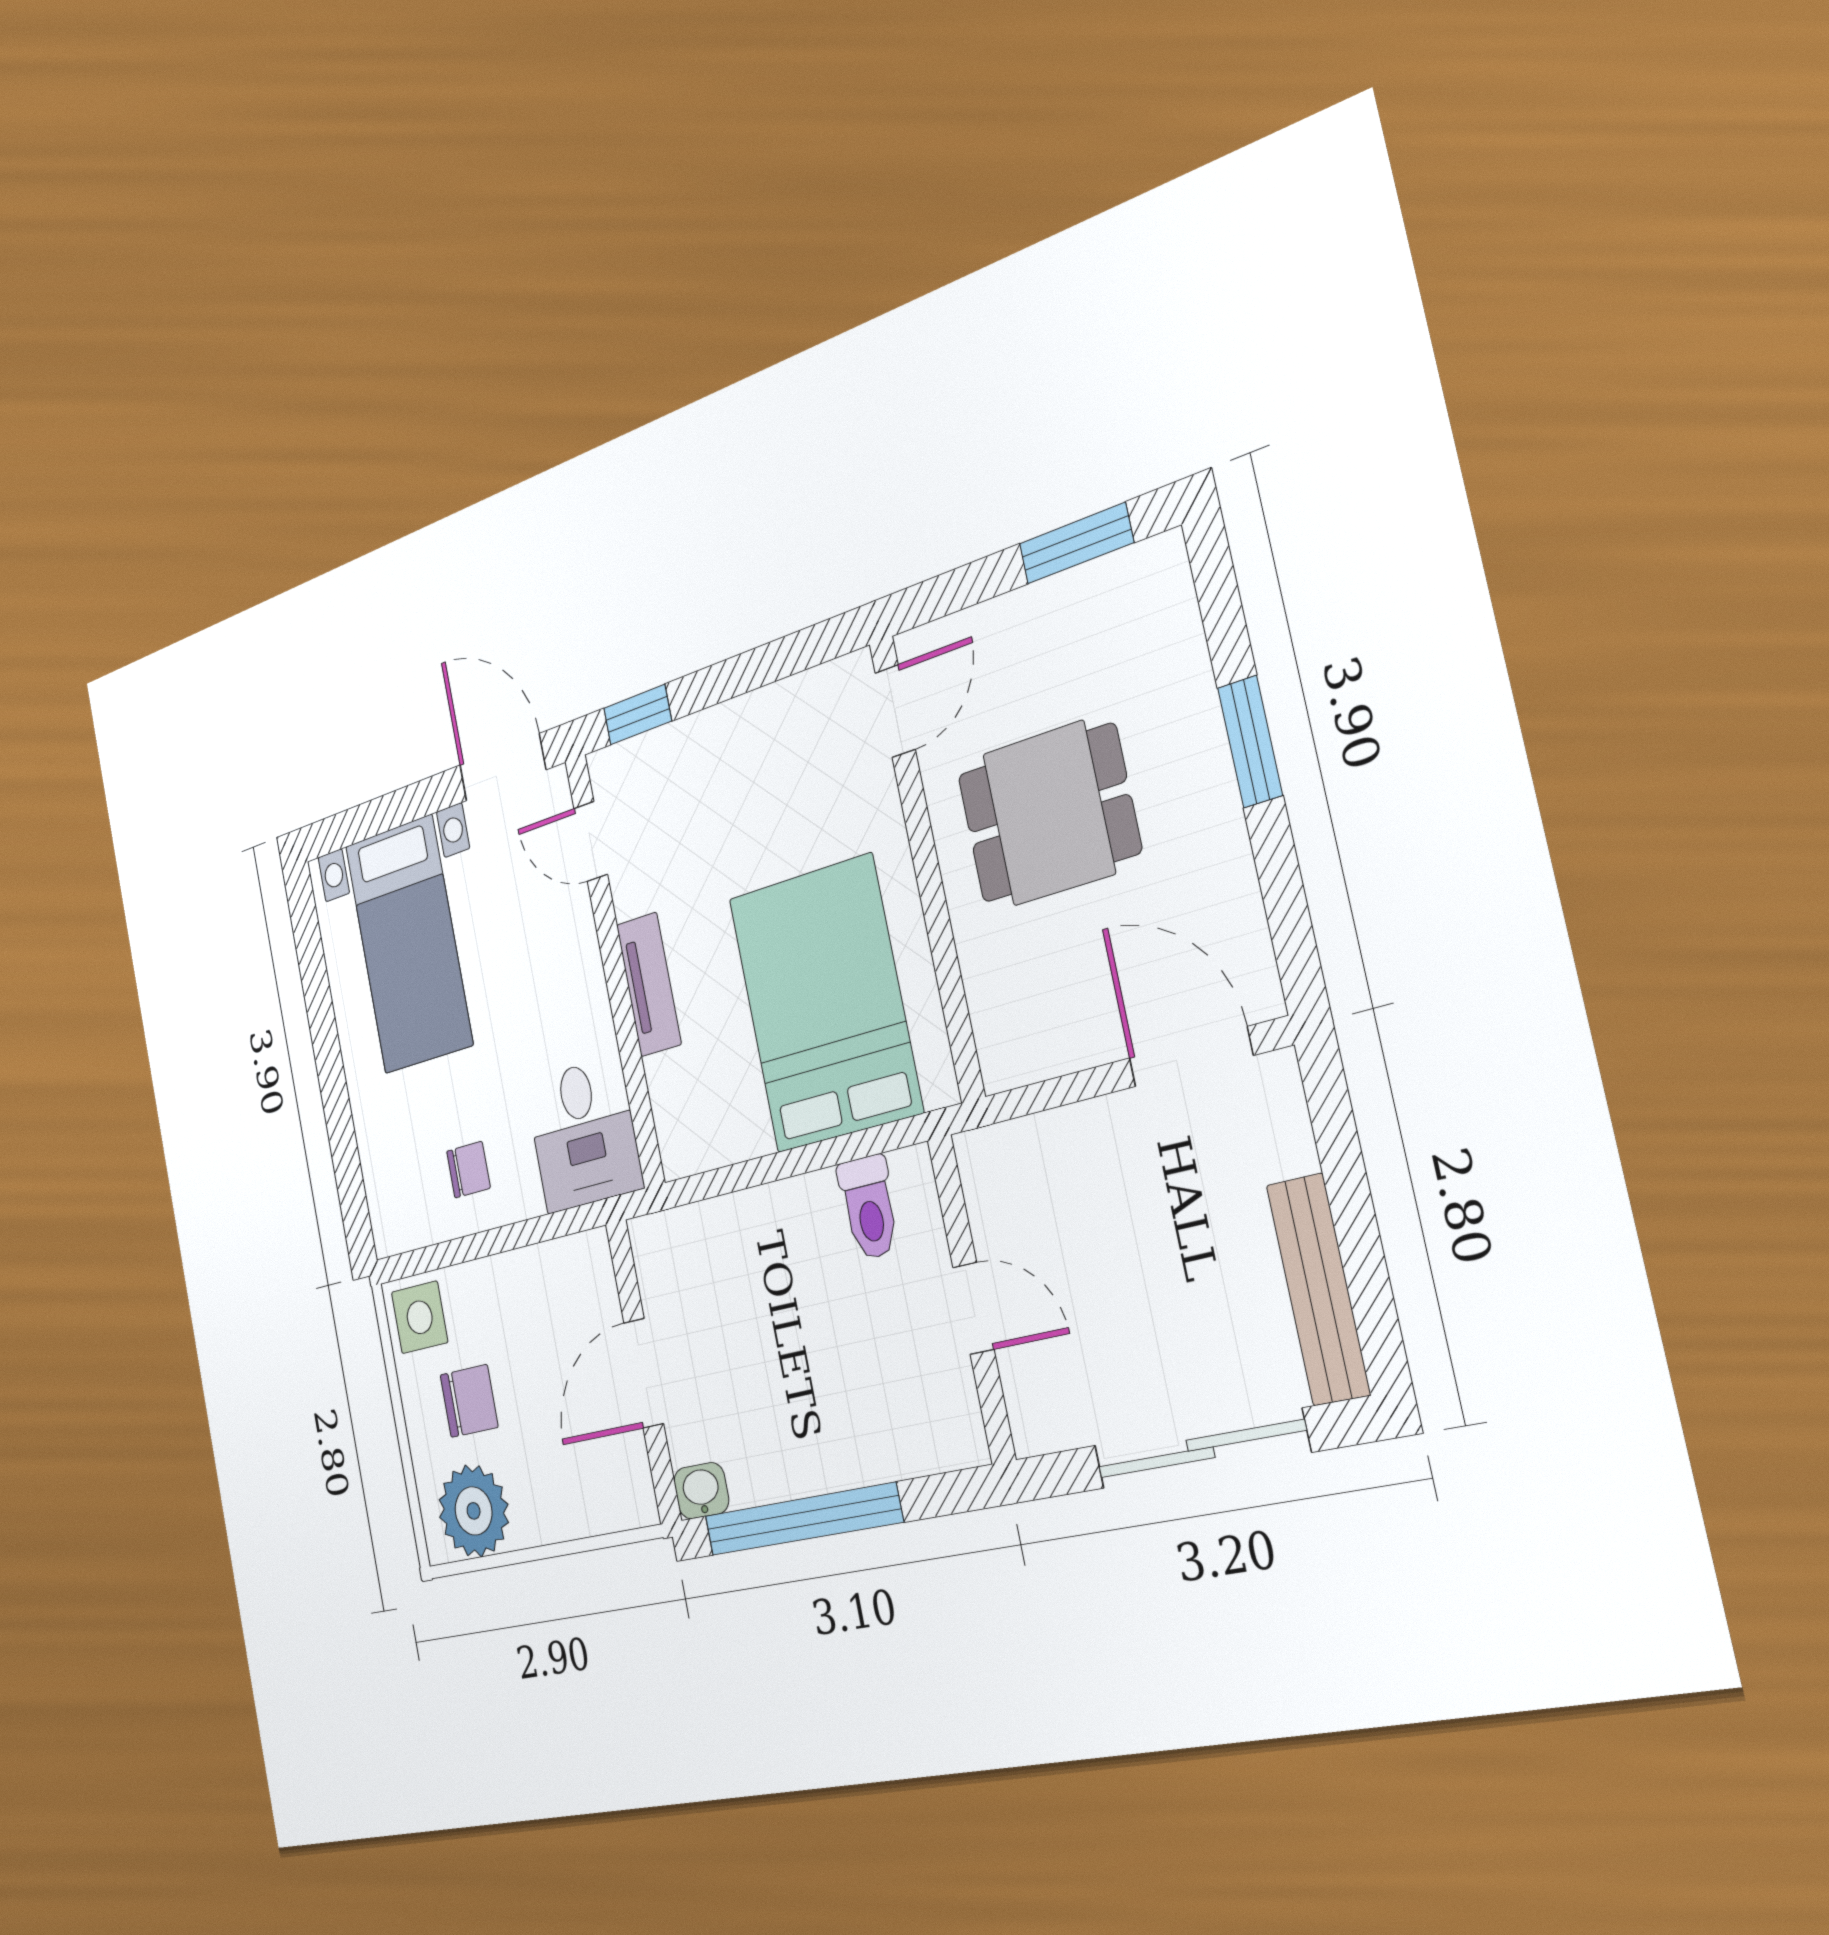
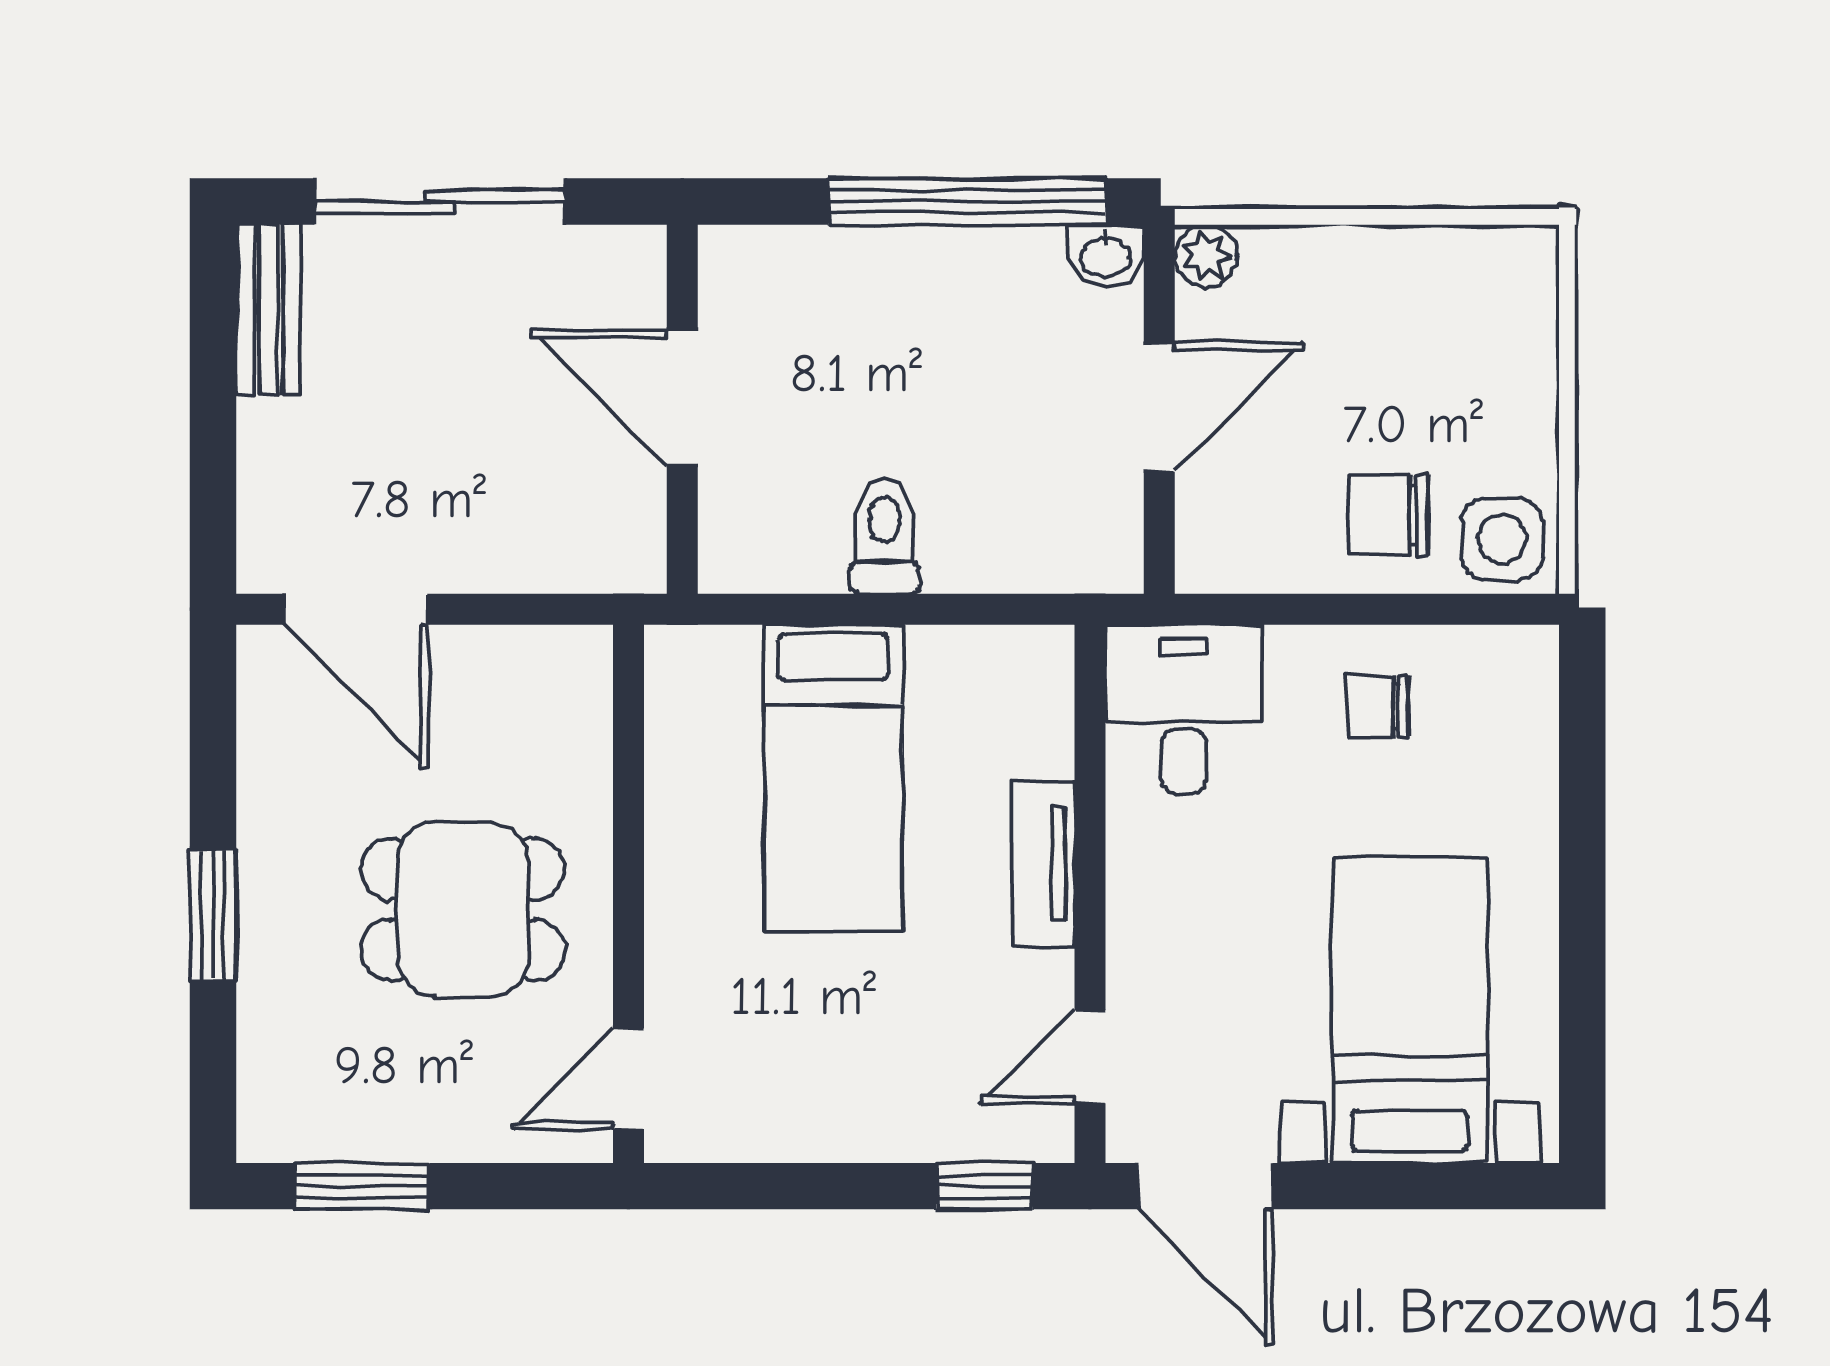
door: (591, 841) -> (1090, 1057), swing flipped
bed: (825, 1004) -> (833, 778), width x0.67
toilet: (869, 1207) -> (885, 536), moved
bench: (1318, 1289) -> (269, 310), width x0.73
door: (973, 1308) -> (682, 398), width x1.38
chair: (469, 1401) -> (1388, 515), moved
plant: (474, 1511) -> (1206, 256), moved, width x0.53, depth x0.53

